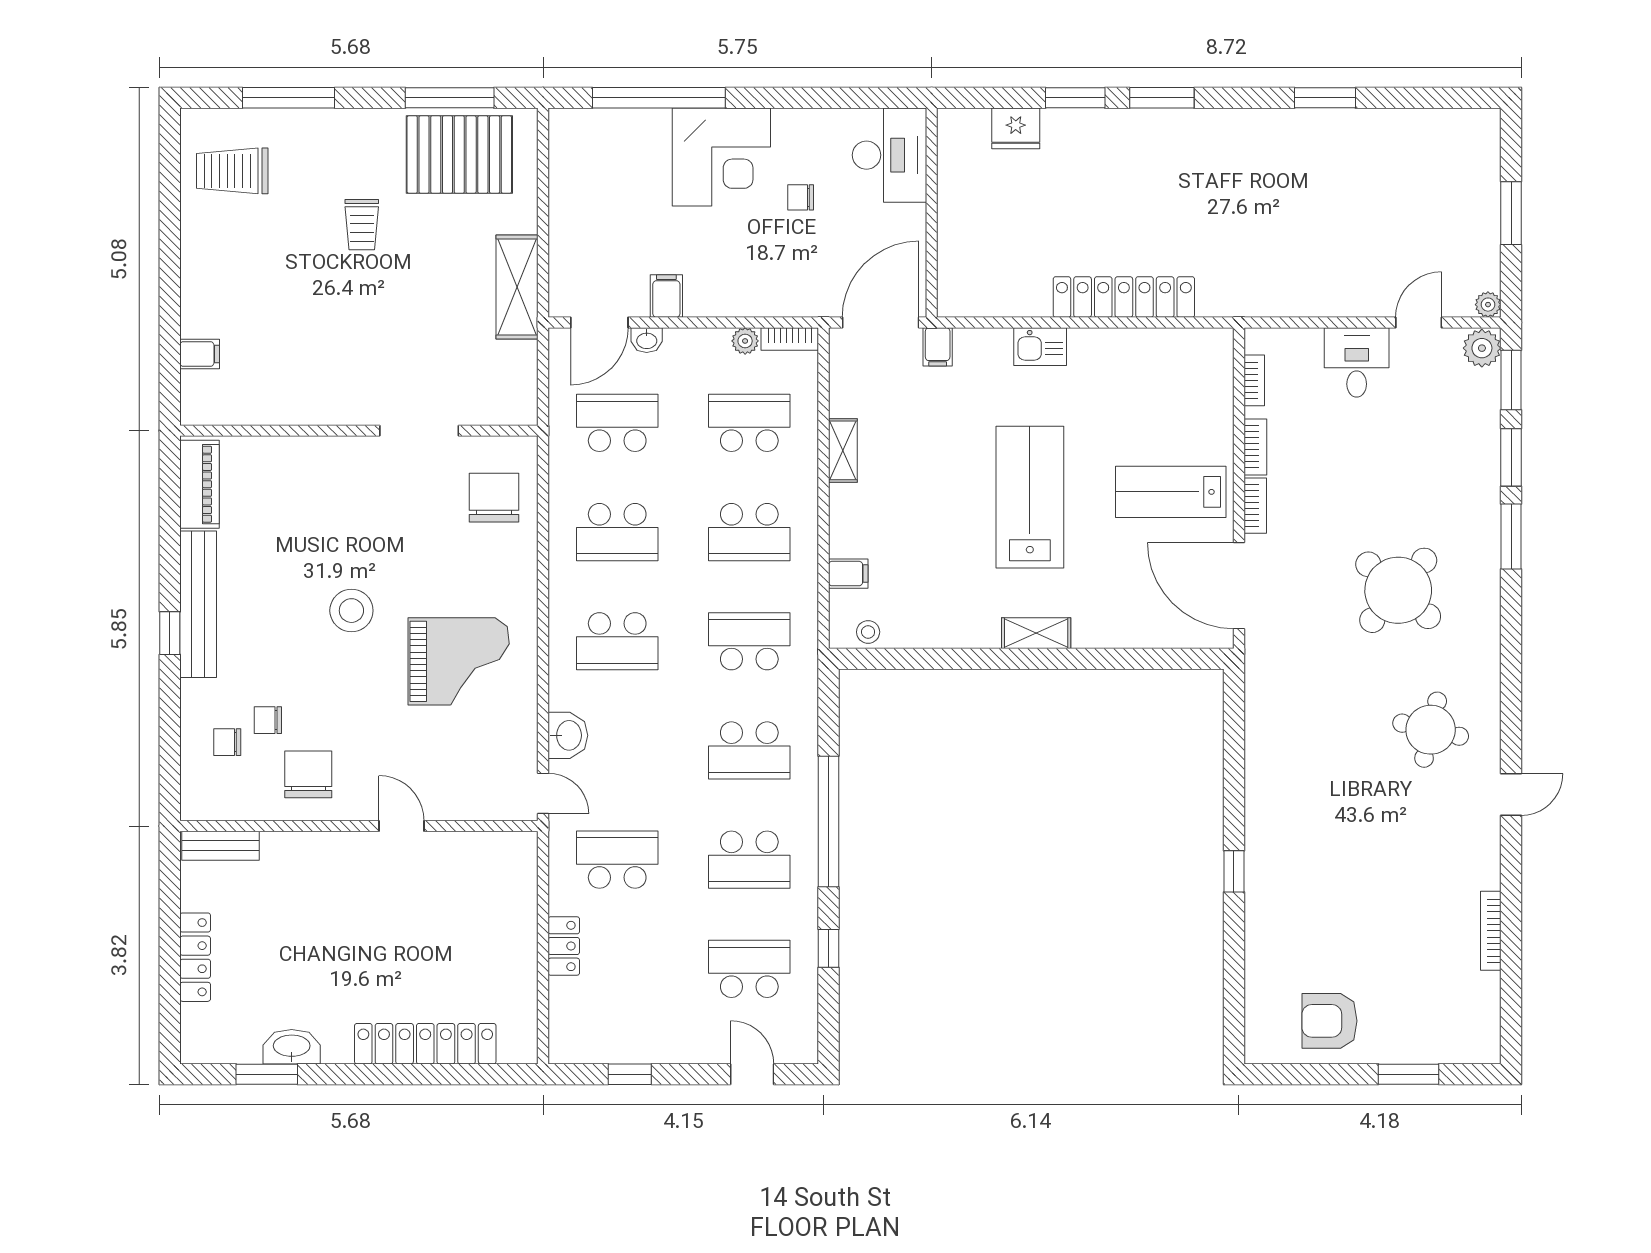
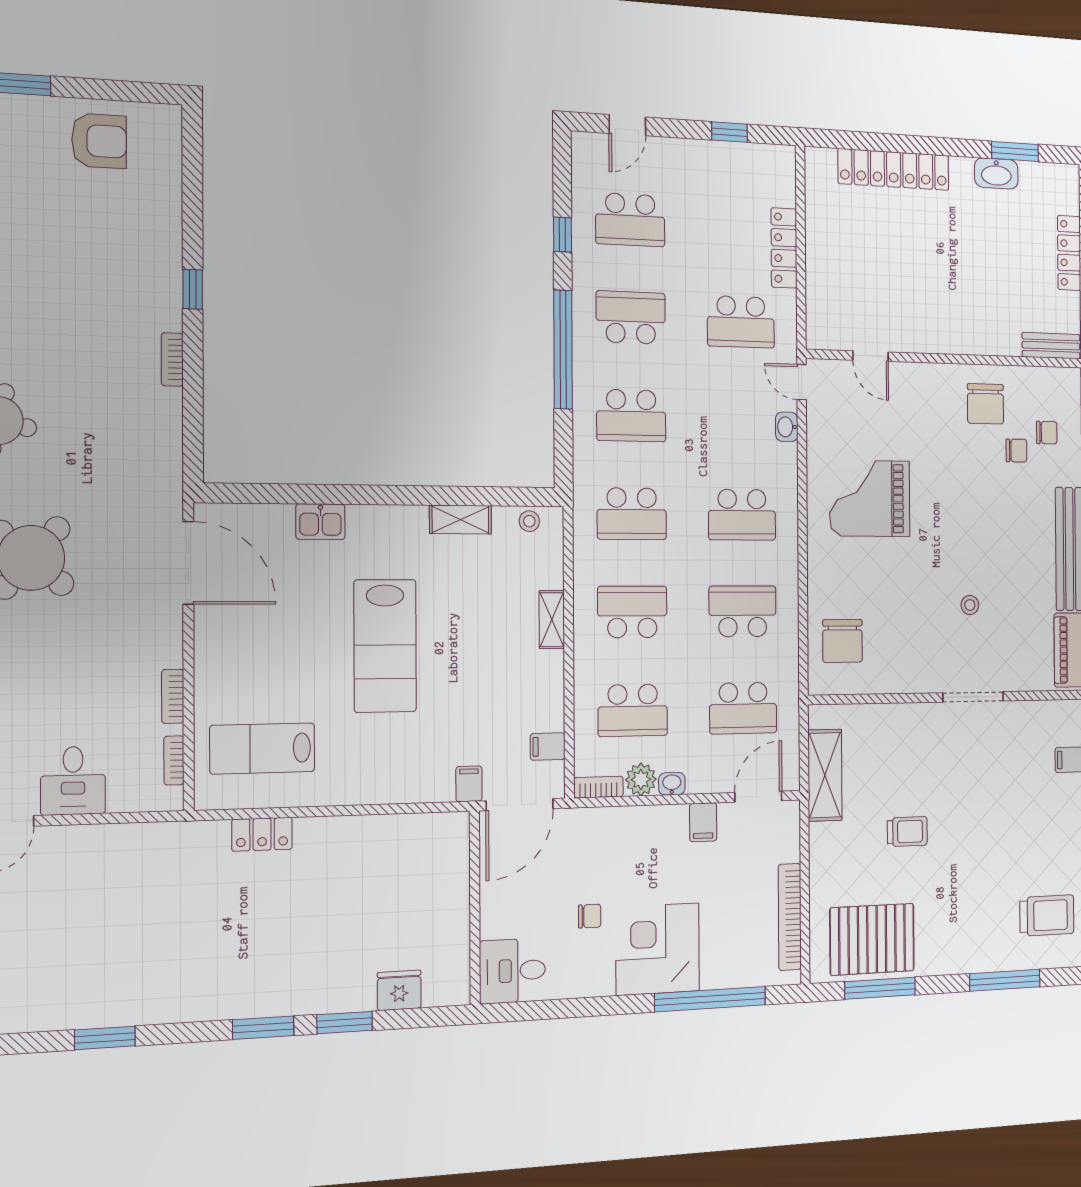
desk: (889, 155) -> (512, 971), width x0.73
bookcase: (562, 185) -> (790, 917), added
trolley: (362, 225) -> (907, 832), moved, turned 90
shelving: (517, 287) -> (825, 775), moved
locker: (1124, 297) -> (262, 834), width x0.46, depth x0.83
washbasin: (647, 340) -> (672, 784), moved
plant: (745, 341) -> (641, 779), width x1.38, depth x1.38
kitchen sink: (1040, 347) -> (320, 522), moved, turned 180
doorway: (419, 431) -> (973, 697), moved
shelving: (843, 450) -> (552, 620), moved
lab bench: (1171, 492) -> (262, 749), moved, turned 180
bookcase: (1255, 506) -> (172, 359), moved
filing cabinet: (848, 574) -> (548, 747), moved
stool: (351, 611) -> (970, 605), moved, width x0.53, depth x0.53
shelving: (1036, 633) -> (460, 520), moved
school desk: (617, 641) -> (742, 515), turned 180
washbasin: (568, 735) -> (787, 427), width x0.72, depth x0.69
school desk: (749, 750) -> (631, 416), turned 180
door: (401, 826) -> (871, 356), moved
locker: (564, 946) -> (784, 248), width x1.53
door: (752, 1074) -> (627, 125), hinge flipped

